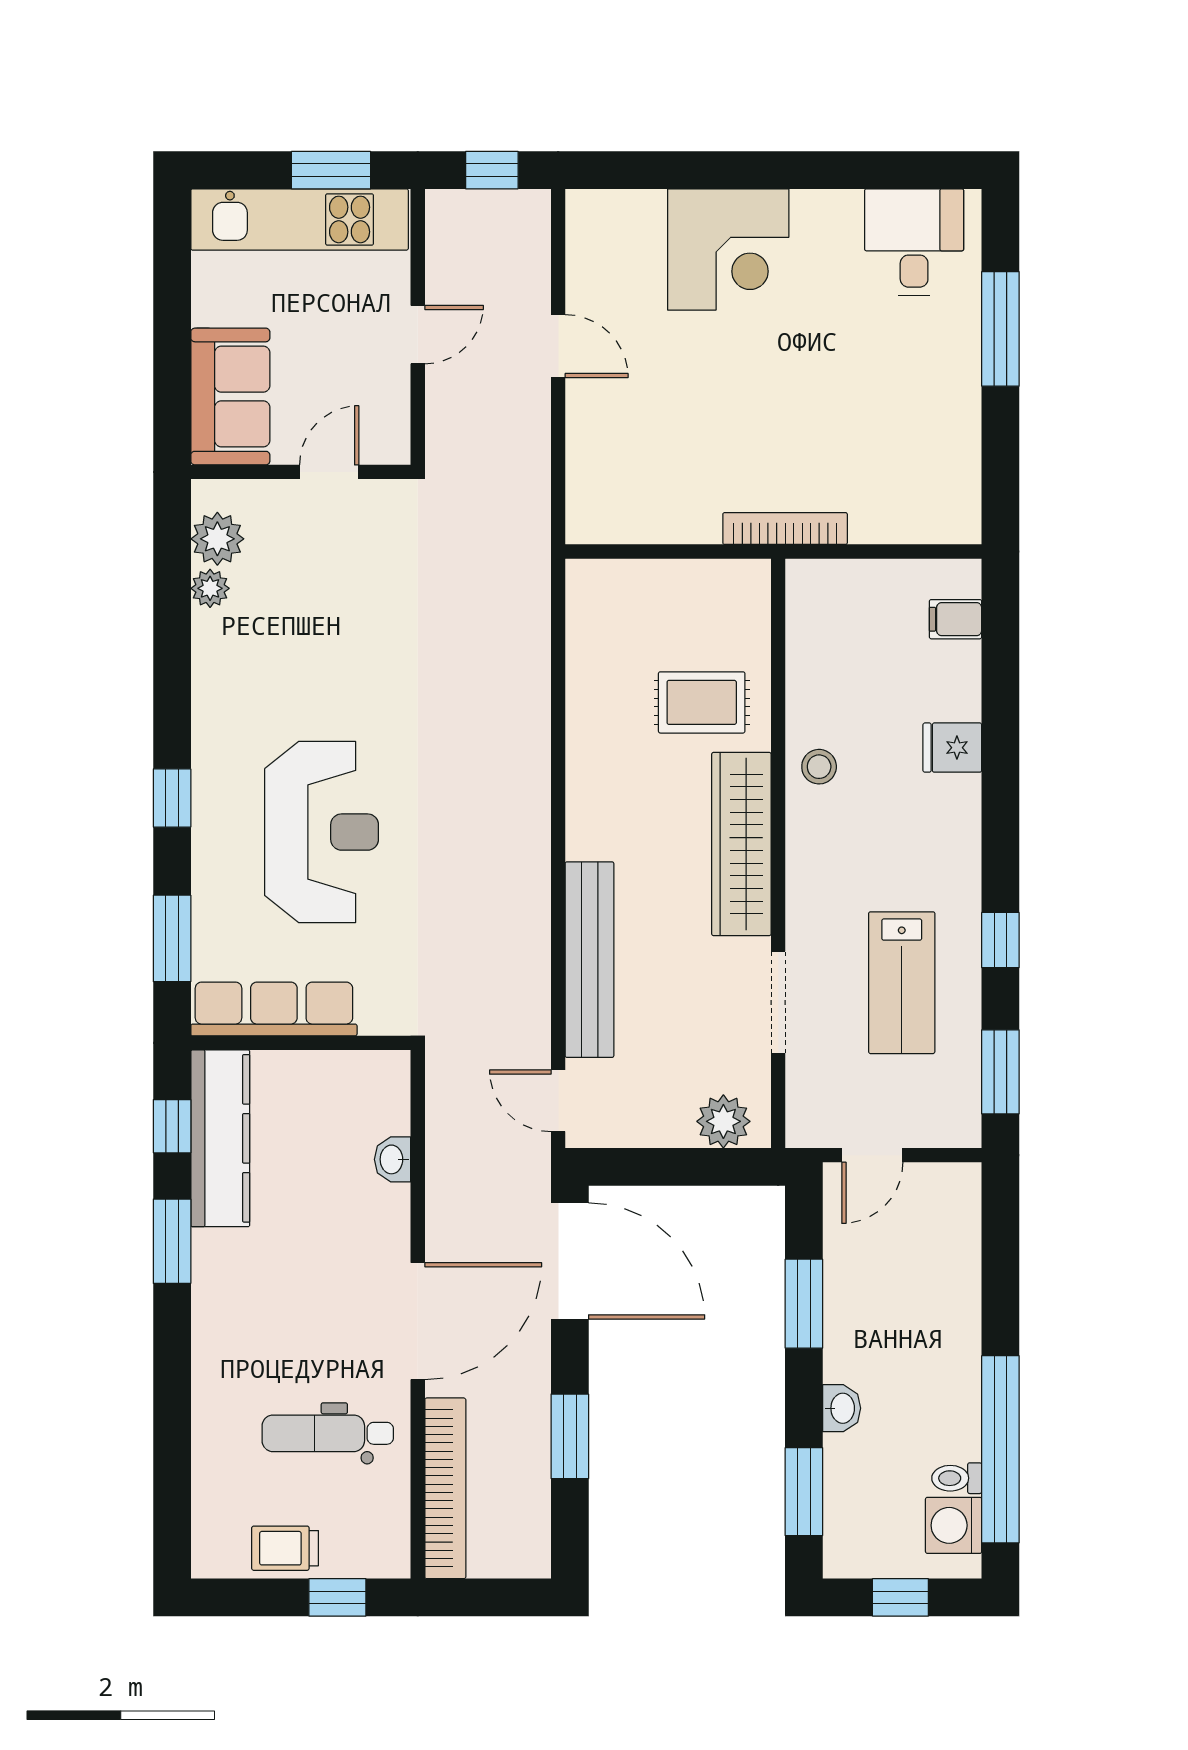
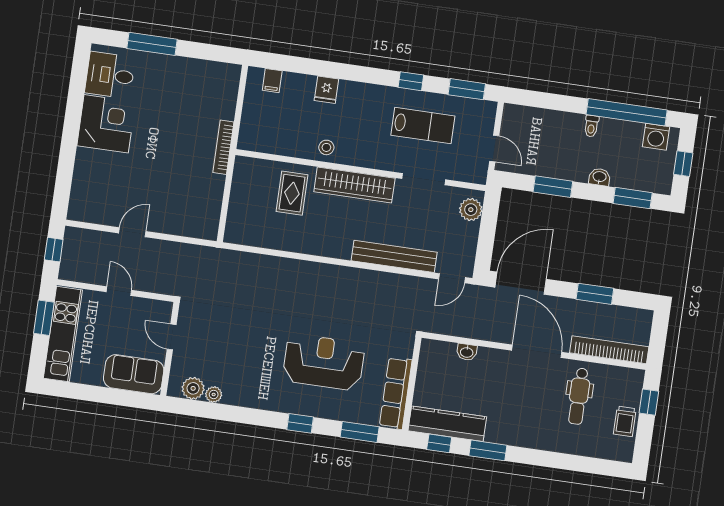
corner desk: (728, 249) -> (106, 124), moved
toilet: (957, 1478) -> (591, 126), moved

